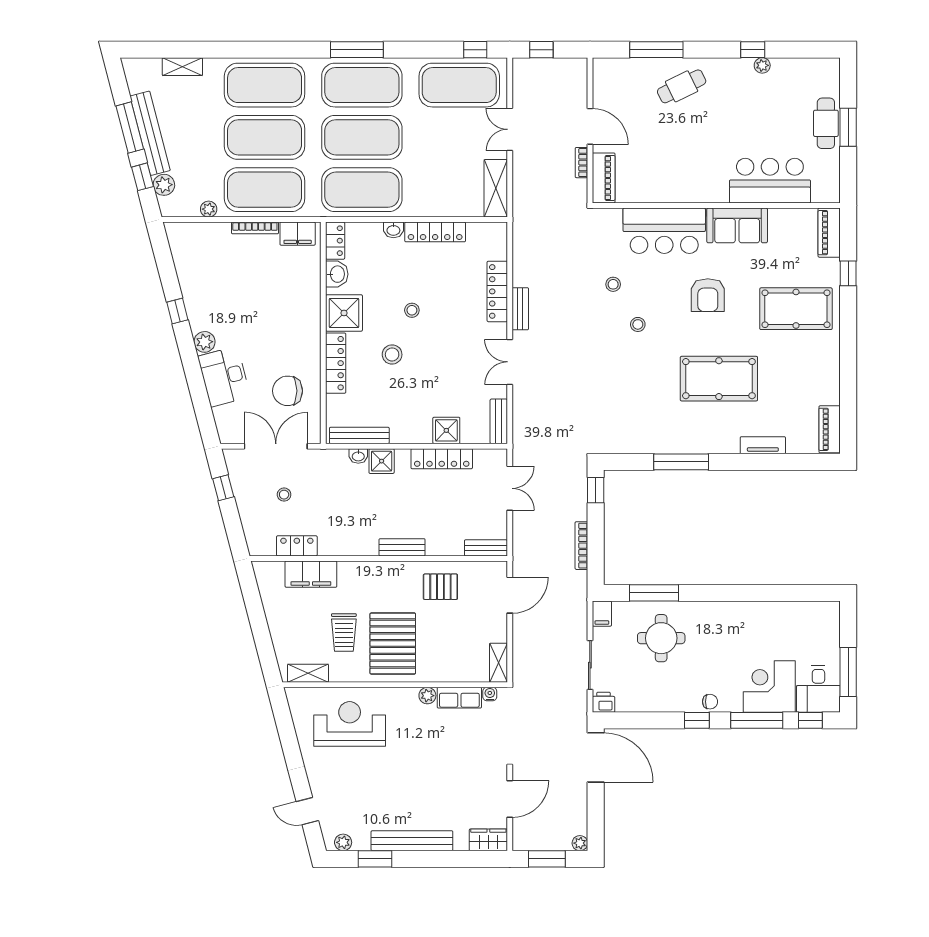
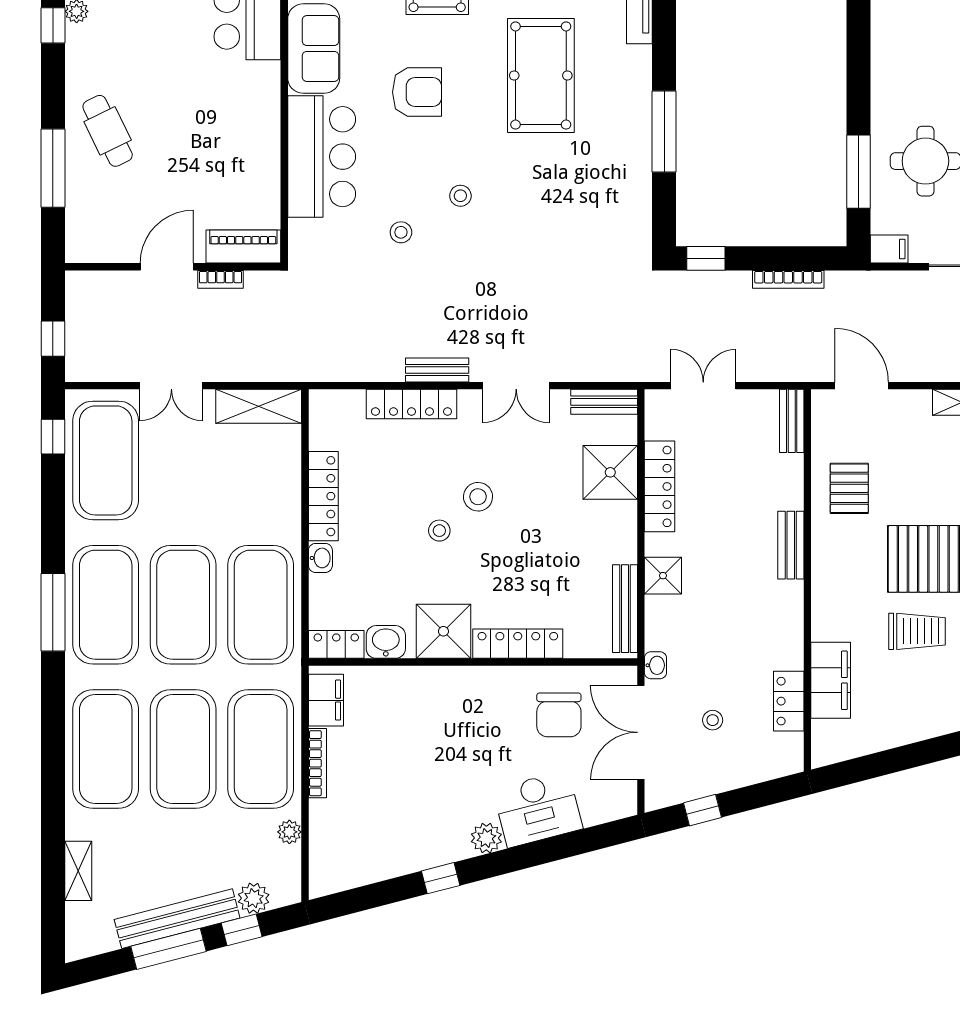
stool: (392, 354) -> (478, 497), moved
shower: (446, 430) -> (610, 472), width x1.36, depth x1.36
washbasin: (358, 456) -> (655, 665), moved

